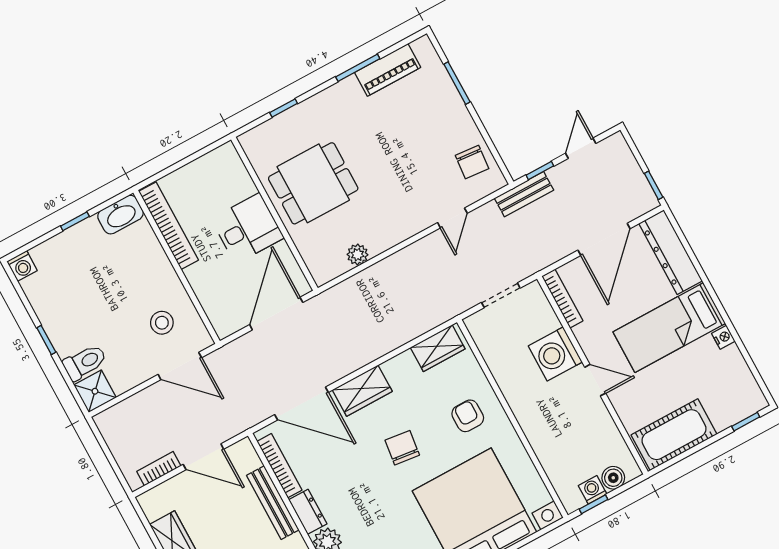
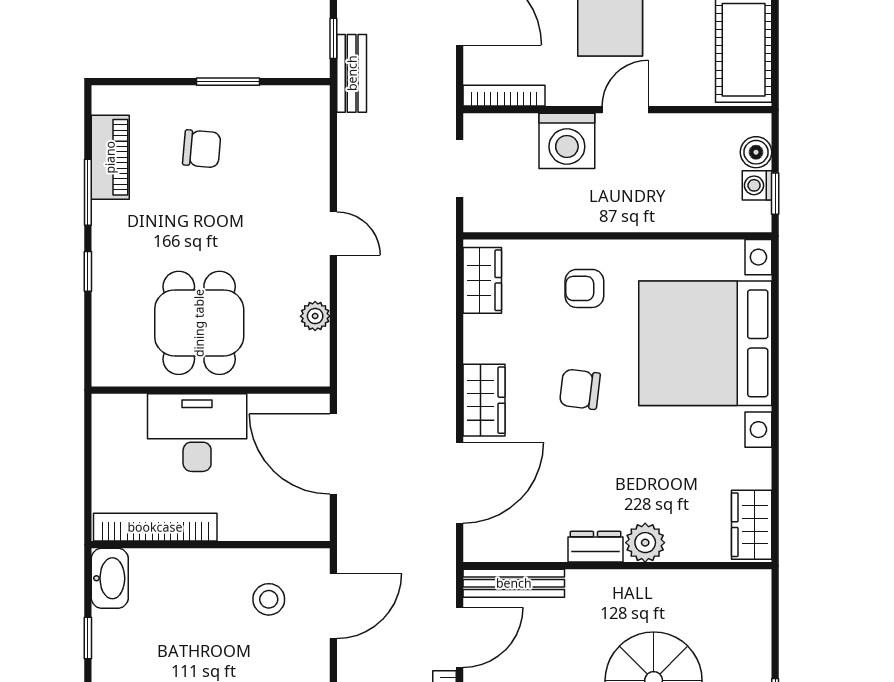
window: (457, 83) -> (228, 82), moved
window: (284, 108) -> (88, 271), moved
chair: (472, 162) -> (202, 149), moved
door: (452, 218) -> (333, 233), moved
desk: (248, 228) -> (197, 433), width x1.37
bookcase: (279, 466) -> (521, 551), removed
bench: (273, 503) -> (514, 583), moved

